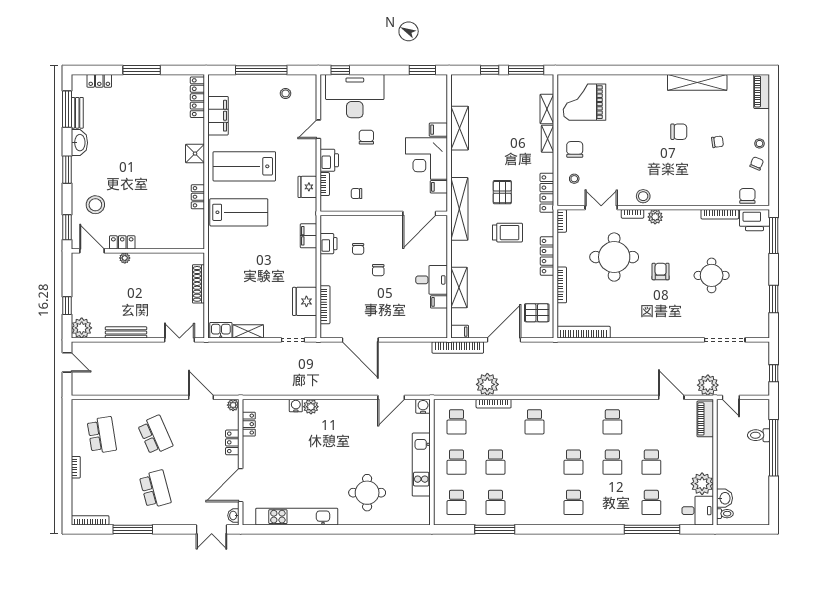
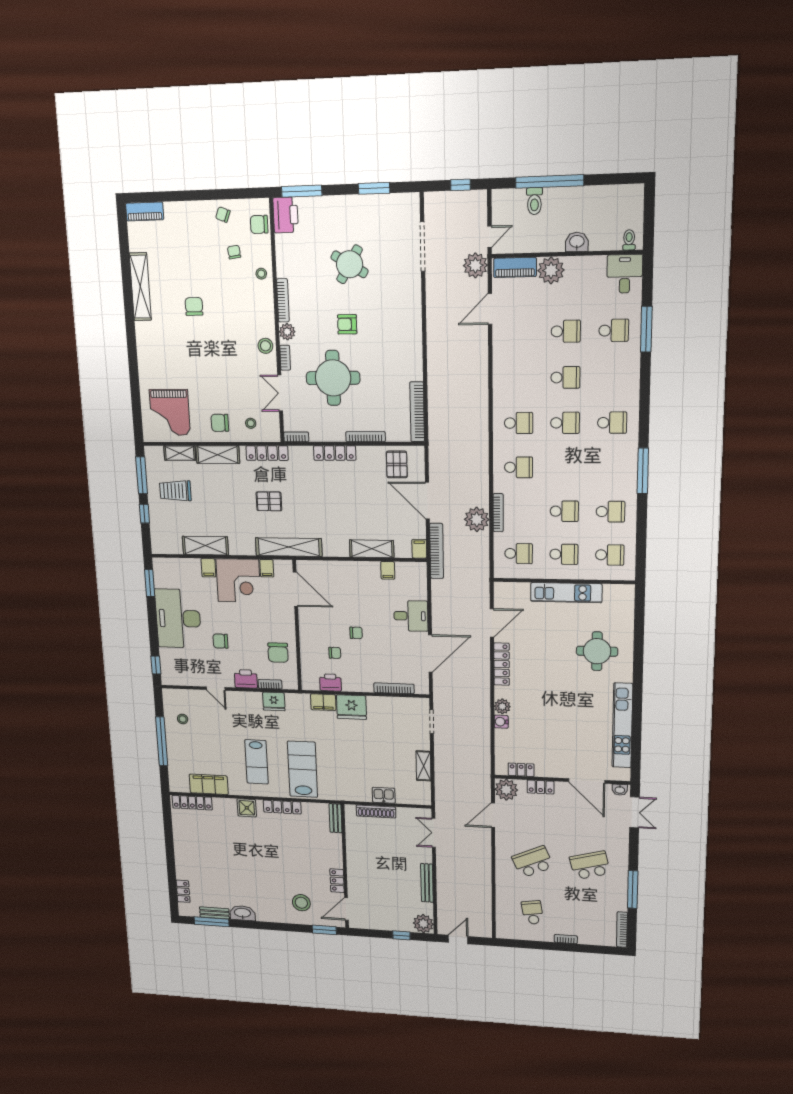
window: (142, 70) -> (170, 852), removed
desk: (355, 96) -> (178, 618), moved
shelving: (548, 139) -> (218, 455), width x1.50, depth x1.33
chair: (717, 142) -> (234, 252), moved
stool: (759, 144) -> (261, 274), moved
lab bench: (244, 166) -> (257, 762), width x0.73, depth x0.72
window: (67, 170) -> (269, 926), removed
chair: (357, 194) -> (278, 653), width x1.87, depth x1.87
locker: (198, 197) -> (282, 807), width x1.53
bookcase: (720, 214) -> (283, 300), moved
trolley: (507, 233) -> (175, 491), moved, turned -90
bench: (189, 243) -> (335, 818), added
plant: (125, 258) -> (352, 879), removed
round table: (712, 275) -> (350, 264), turned 31
desk: (432, 280) -> (411, 616), moved, turned 90
fridge: (305, 301) -> (351, 707), moved
kitchen sink: (221, 330) -> (384, 795), moved, turned 90
door: (391, 397) -> (492, 623), hinge flipped
plant: (233, 405) -> (506, 790), width x1.87, depth x1.87
locker: (352, 406) -> (502, 664), added
water cooler: (423, 406) -> (501, 589), removed
school desk: (612, 422) -> (519, 423), moved
school desk: (102, 435) -> (533, 912), width x0.54
plant: (702, 484) -> (551, 270), moved
washbasin: (725, 498) -> (577, 242), moved
window: (495, 529) -> (643, 471), moved
window: (652, 529) -> (646, 329), width x0.68

